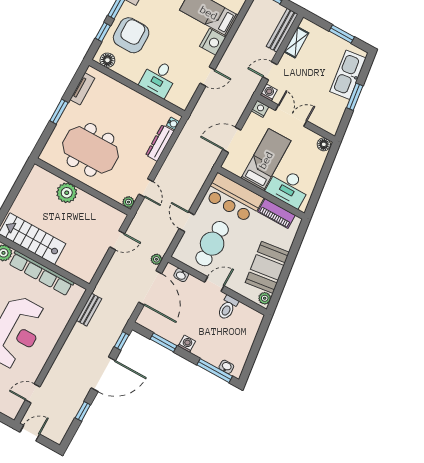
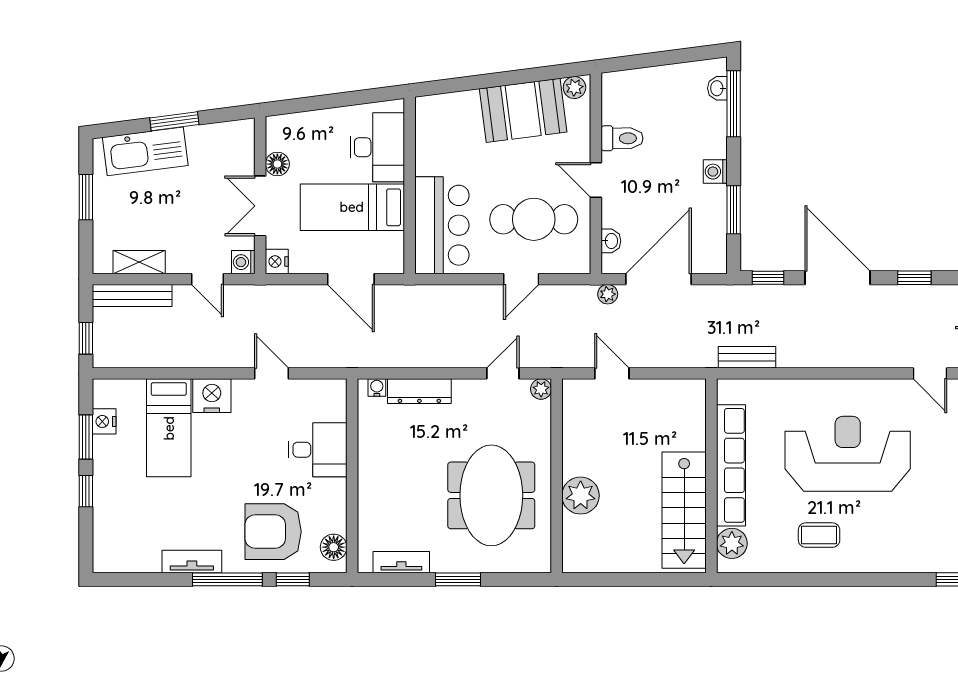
floor lamp: (324, 144) -> (277, 164), moved
piano: (277, 213) -> (429, 143), removed

